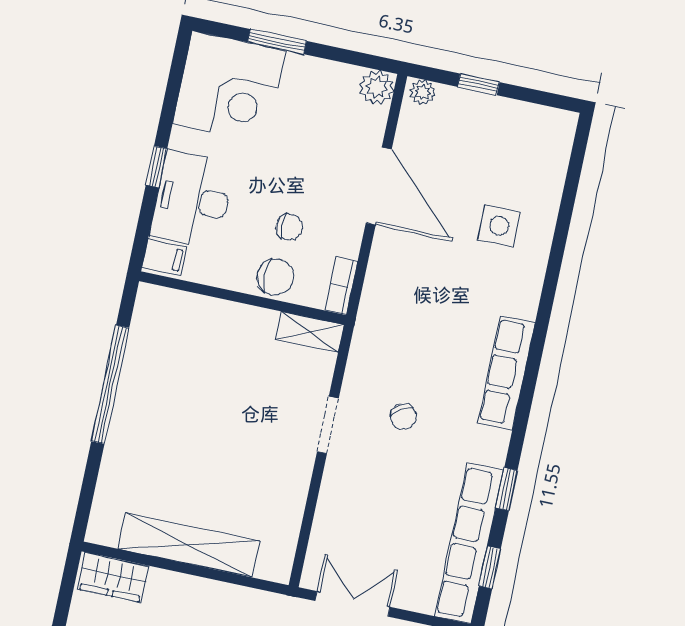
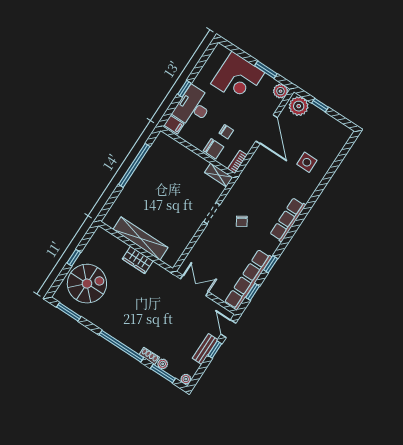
window: (277, 42) -> (266, 70), moved
corner desk: (229, 87) -> (238, 78), moved
plant: (423, 92) -> (299, 106), width x1.88, depth x1.88
wardrobe: (113, 578) -> (138, 260), moved

